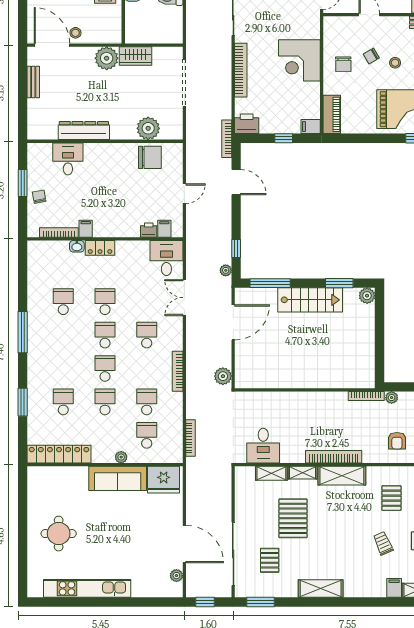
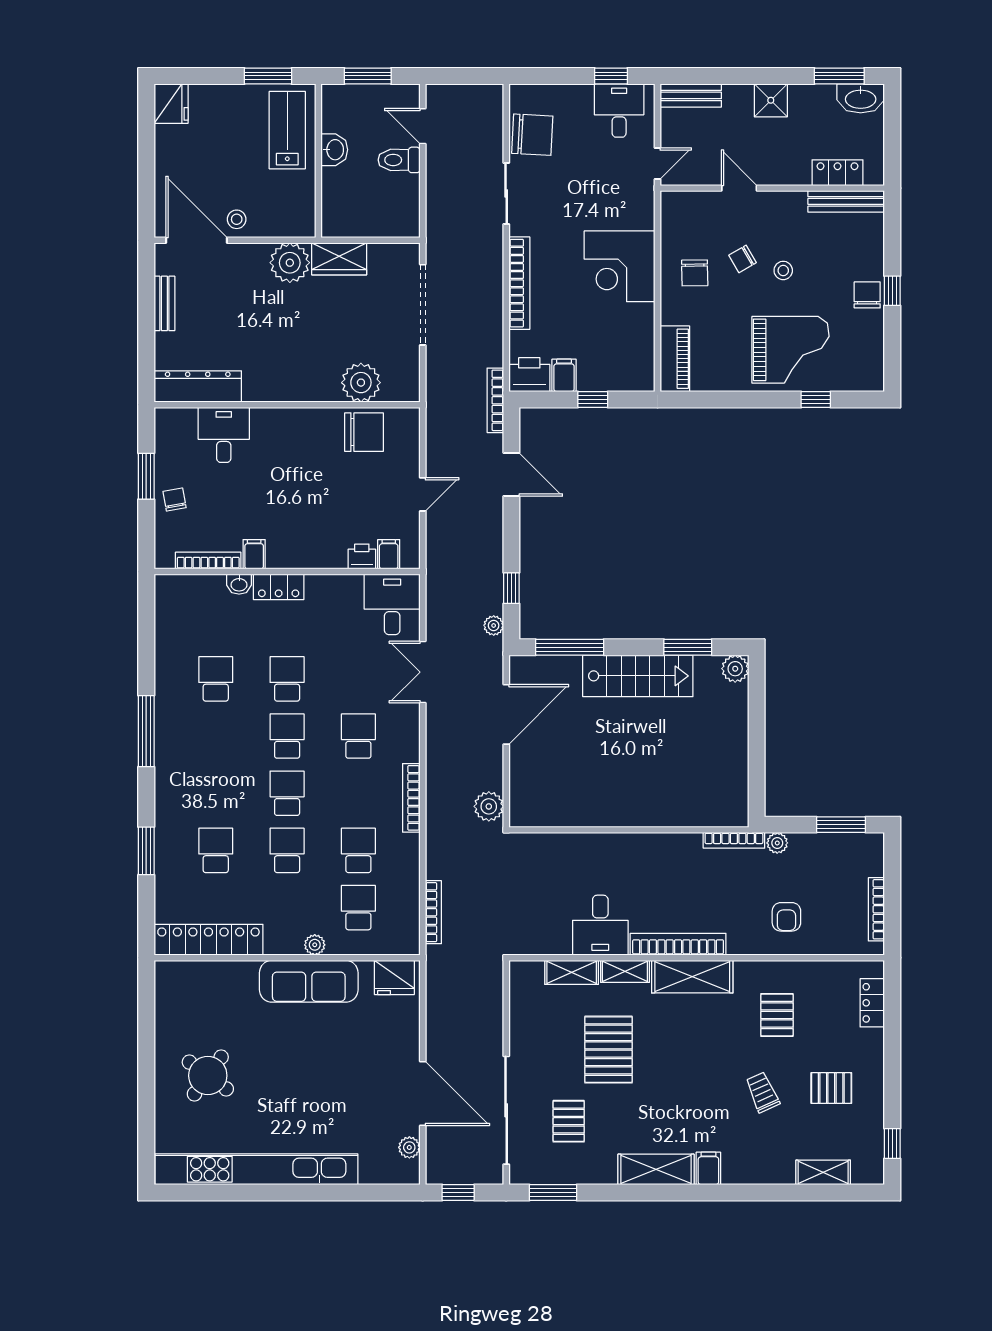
filing cabinet: (311, 127) -> (564, 375), moved, turned 90
dresser: (84, 131) -> (198, 386), moved
desk: (263, 446) -> (600, 925), moved
fridge: (164, 480) -> (394, 977), width x0.73, depth x0.75
round table: (59, 534) -> (208, 1076), turned 36
kitchen unit: (87, 588) -> (256, 1169), width x1.36
filing cabinet: (394, 588) -> (708, 1168), moved

